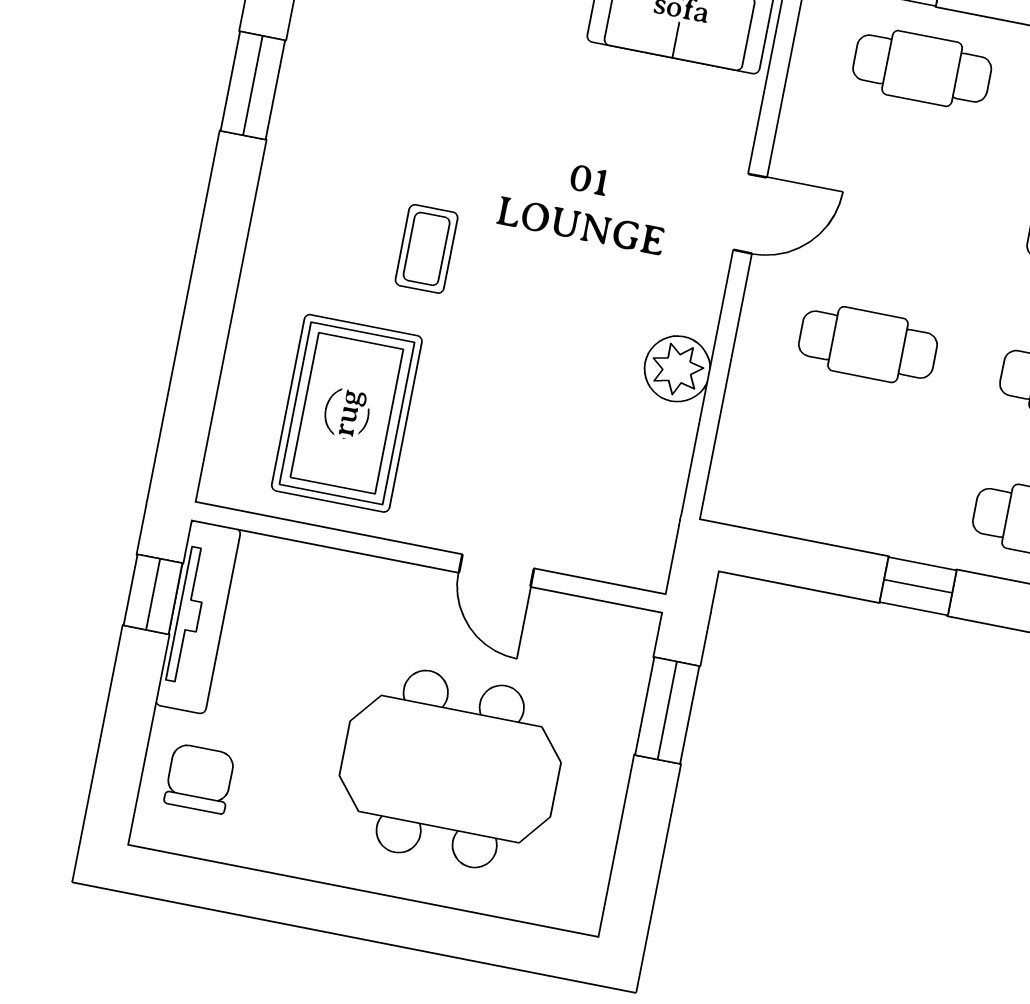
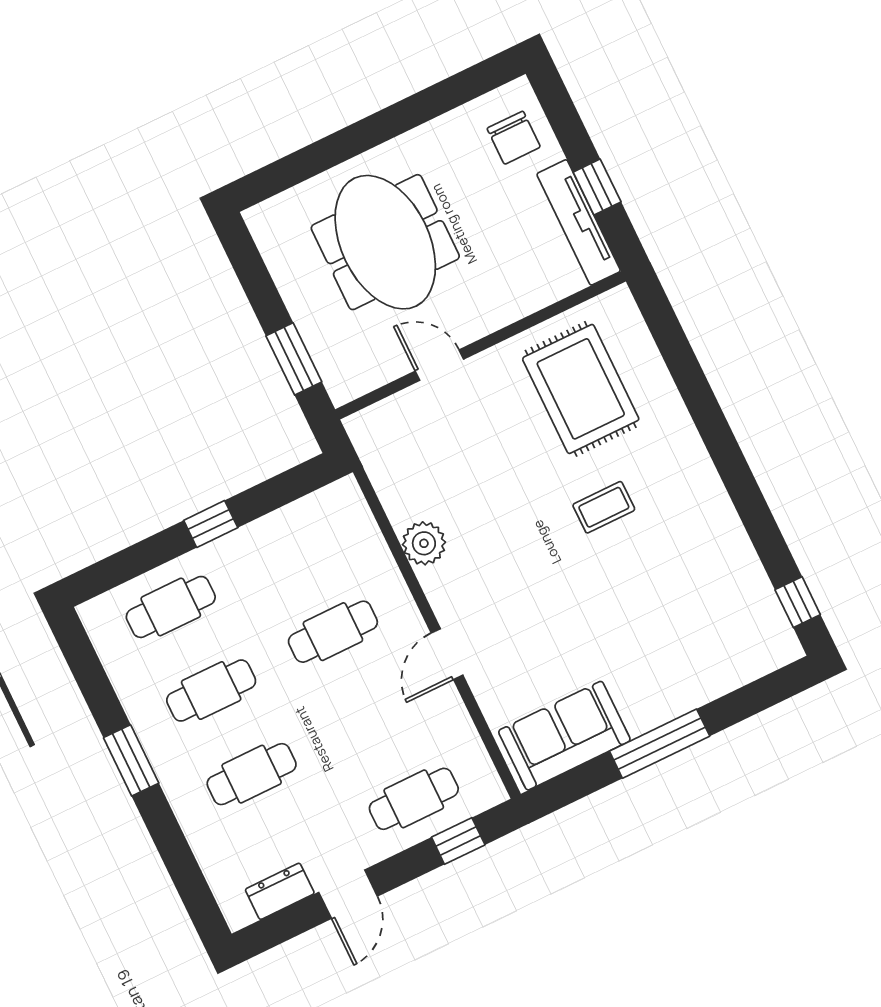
window: (253, 86) -> (760, 525), removed
coffee table: (427, 249) -> (604, 507), turned 90
window: (153, 594) -> (597, 187), moved
meeting table: (450, 769) -> (385, 242), turned 90

